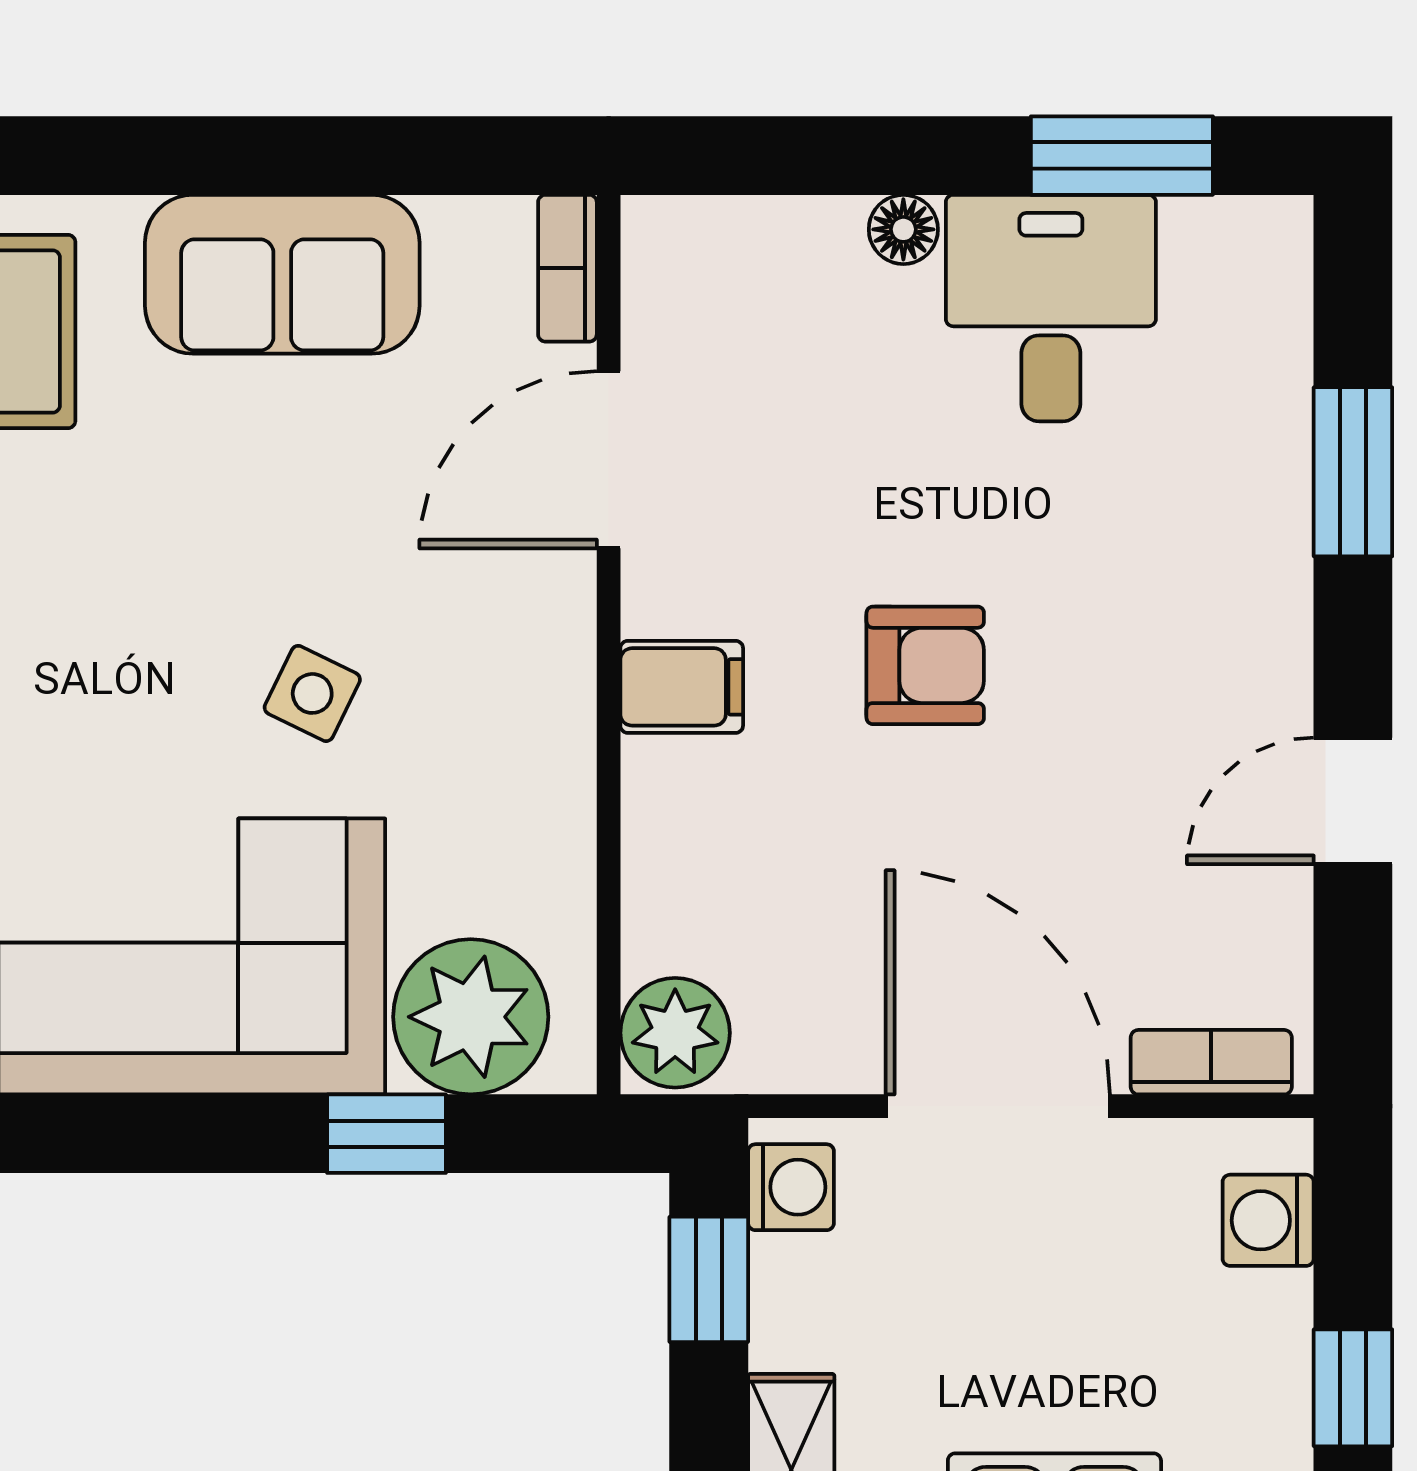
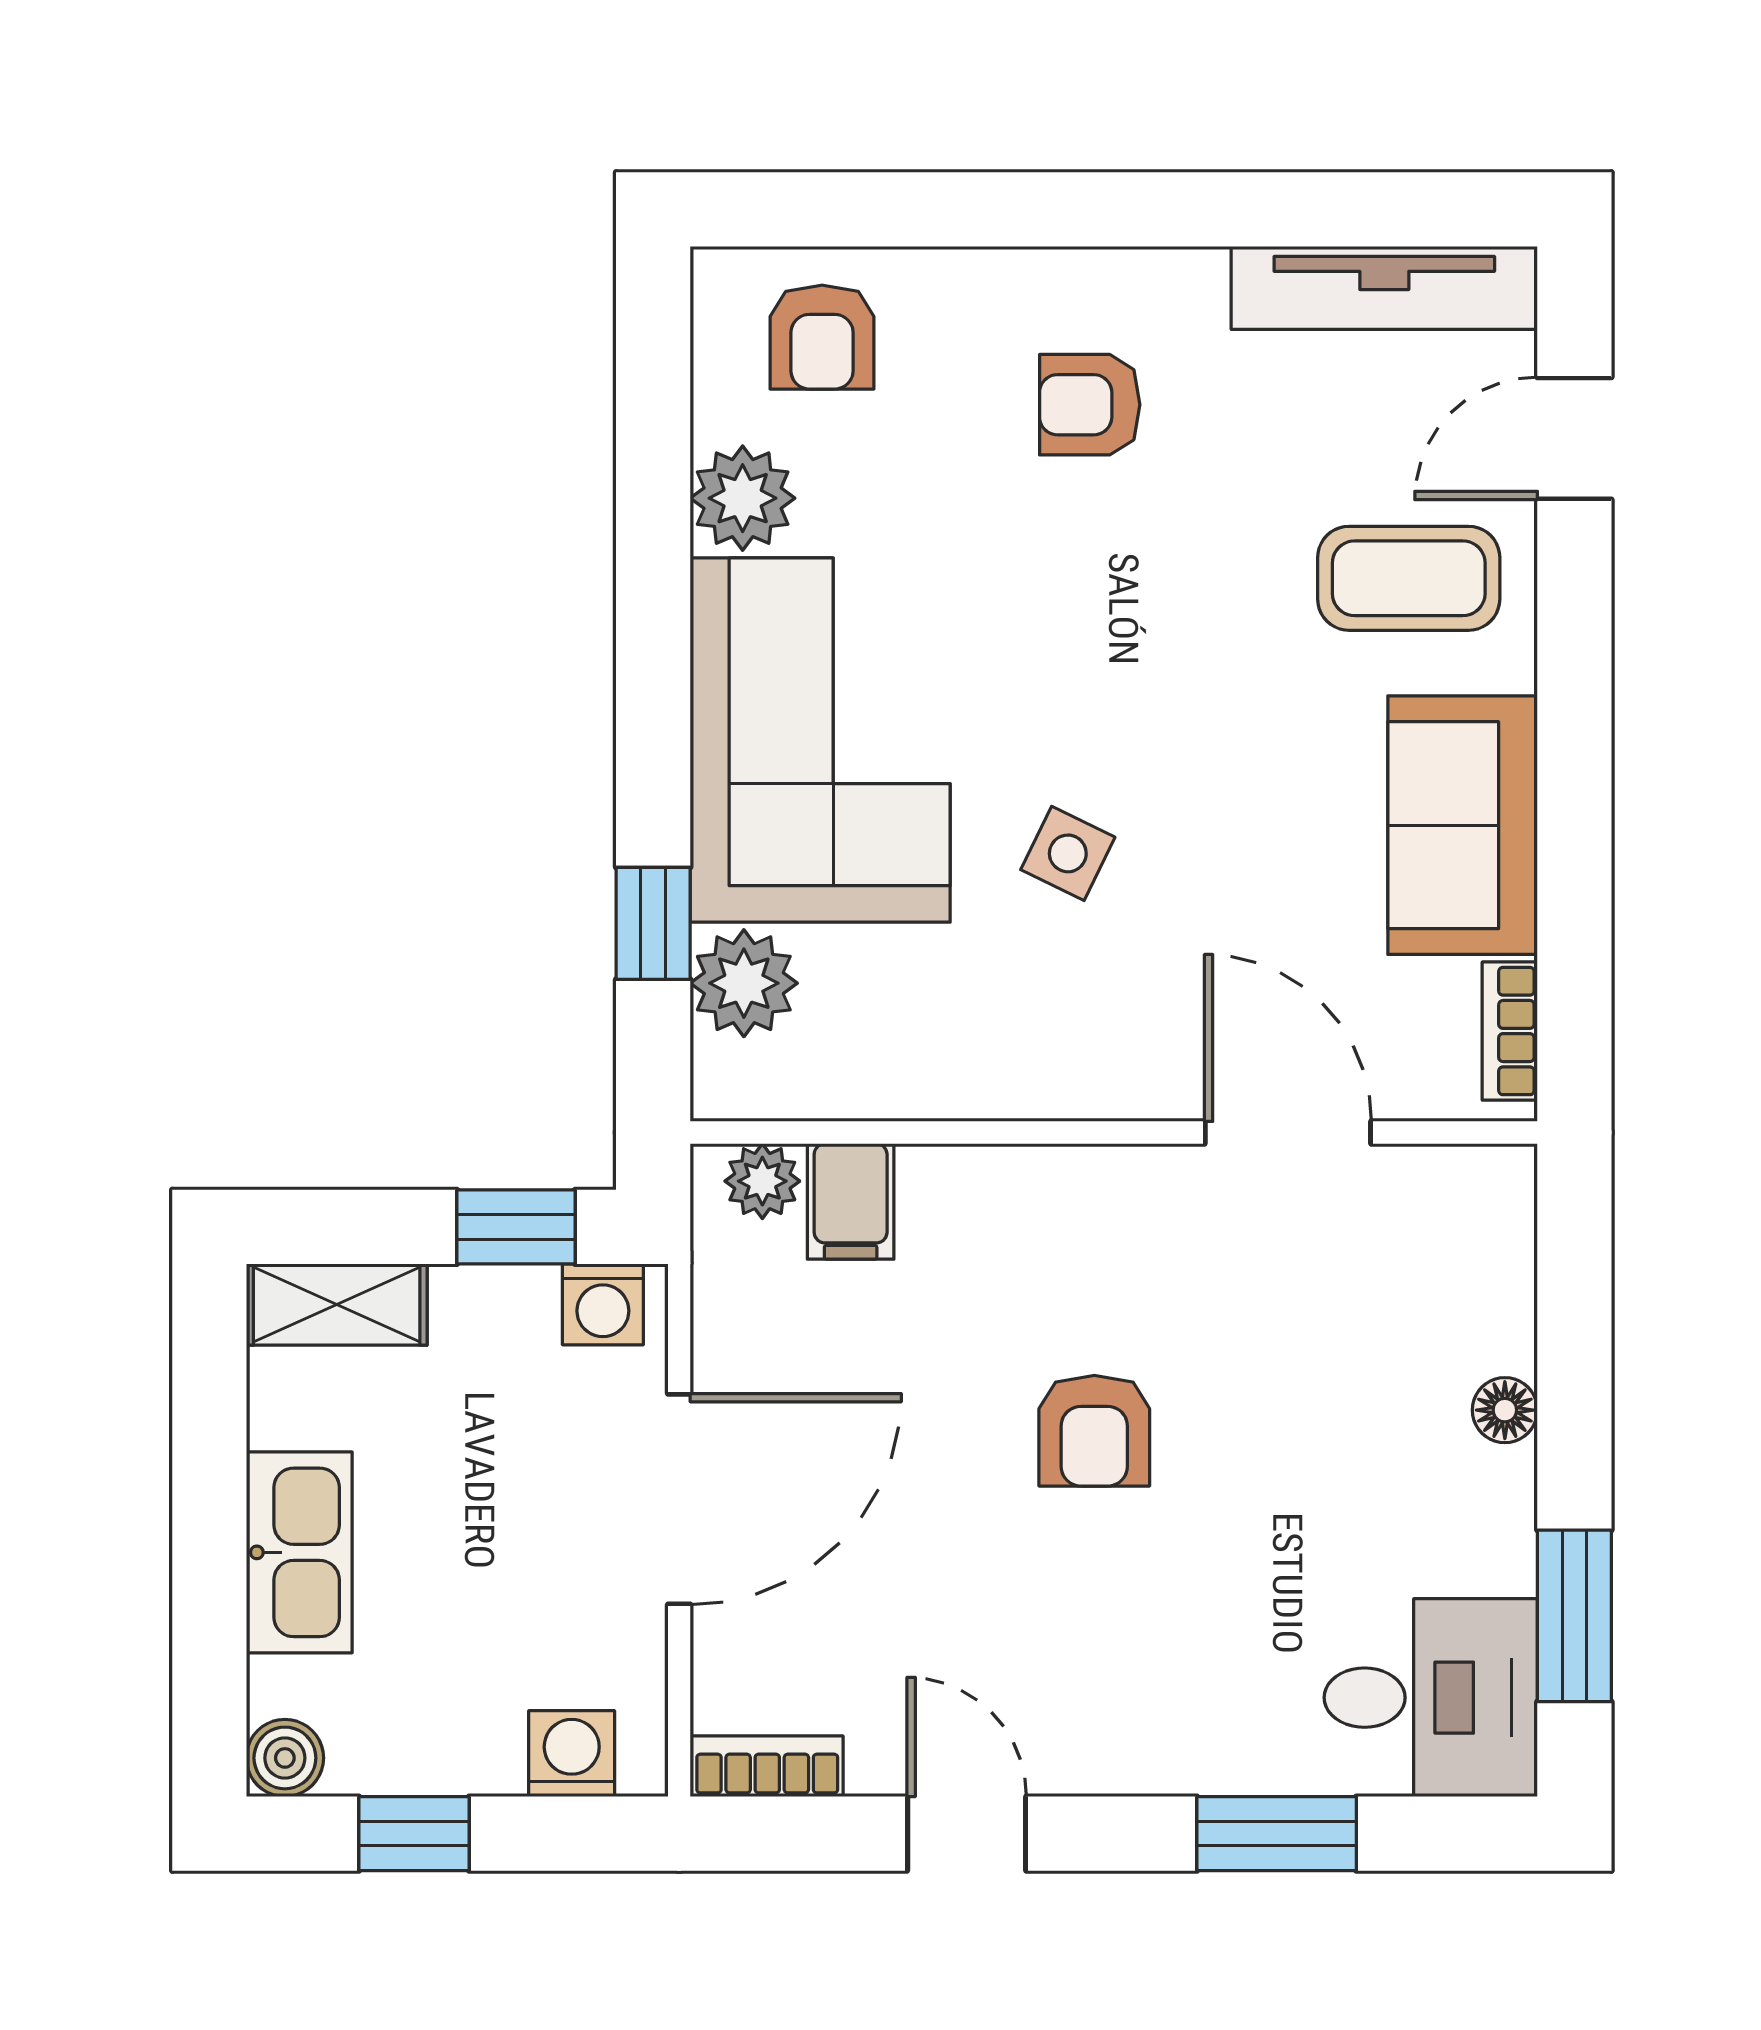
bookcase: (567, 268) -> (1510, 1031), moved, turned -90
desk: (1051, 308) -> (1431, 1698), moved
filing cabinet: (682, 687) -> (851, 1201), moved
plant: (471, 1017) -> (744, 983), width x0.73, depth x0.73
plant: (675, 1033) -> (762, 1181), width x0.73, depth x0.73
bookcase: (1211, 1062) -> (767, 1766), moved, turned -90

